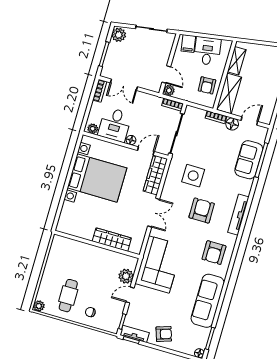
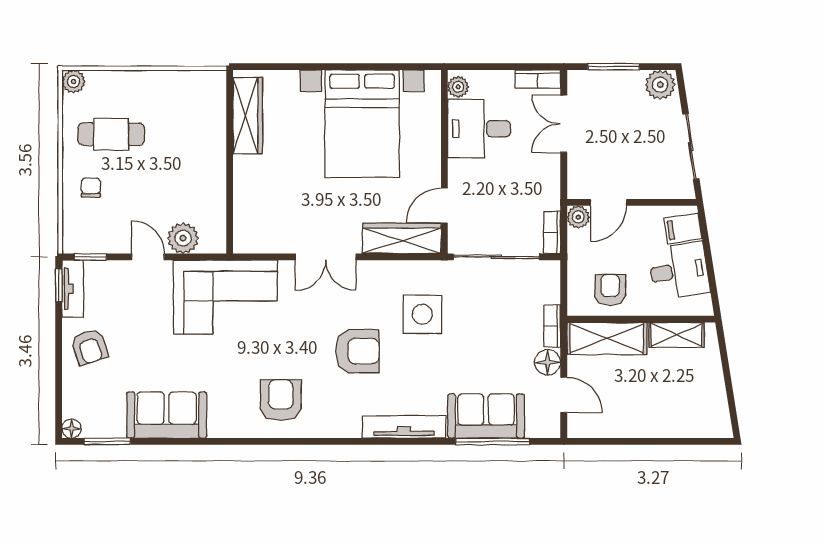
armchair: (207, 85) -> (610, 290), turned 93
floor lamp: (131, 140) -> (457, 170), removed
door: (146, 151) -> (444, 206), swing flipped
tv unit: (238, 215) -> (404, 427), moved
wardrobe: (112, 240) -> (248, 116), moved
armchair: (214, 253) -> (281, 400), turned 90
sofa: (208, 301) -> (167, 415), width x0.73

